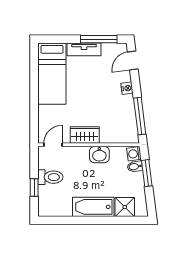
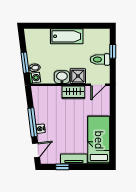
window: (99, 39) -> (62, 167), width x0.46
window: (140, 116) -> (33, 122), moved
shower: (125, 207) -> (78, 76), moved

